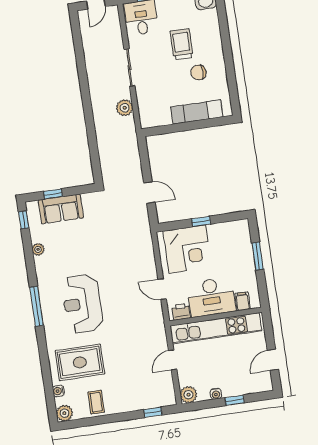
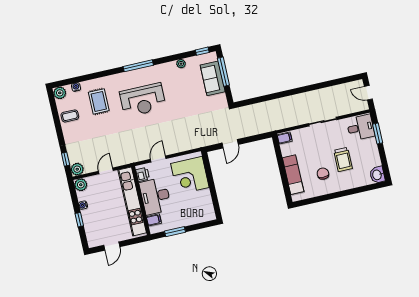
trolley: (182, 44) -> (343, 159), turned 90
plant: (125, 108) -> (77, 169), moved
filing cabinet: (147, 120) -> (285, 138), added
window: (53, 194) -> (223, 72), width x2.17
window: (201, 221) -> (211, 184), removed
window: (258, 256) -> (175, 232), moved
reception desk: (82, 304) -> (143, 100), turned 180
door: (173, 360) -> (106, 171), hinge flipped
door: (273, 360) -> (112, 246), swing flipped
rug: (80, 362) -> (99, 101), width x0.73, depth x0.70

